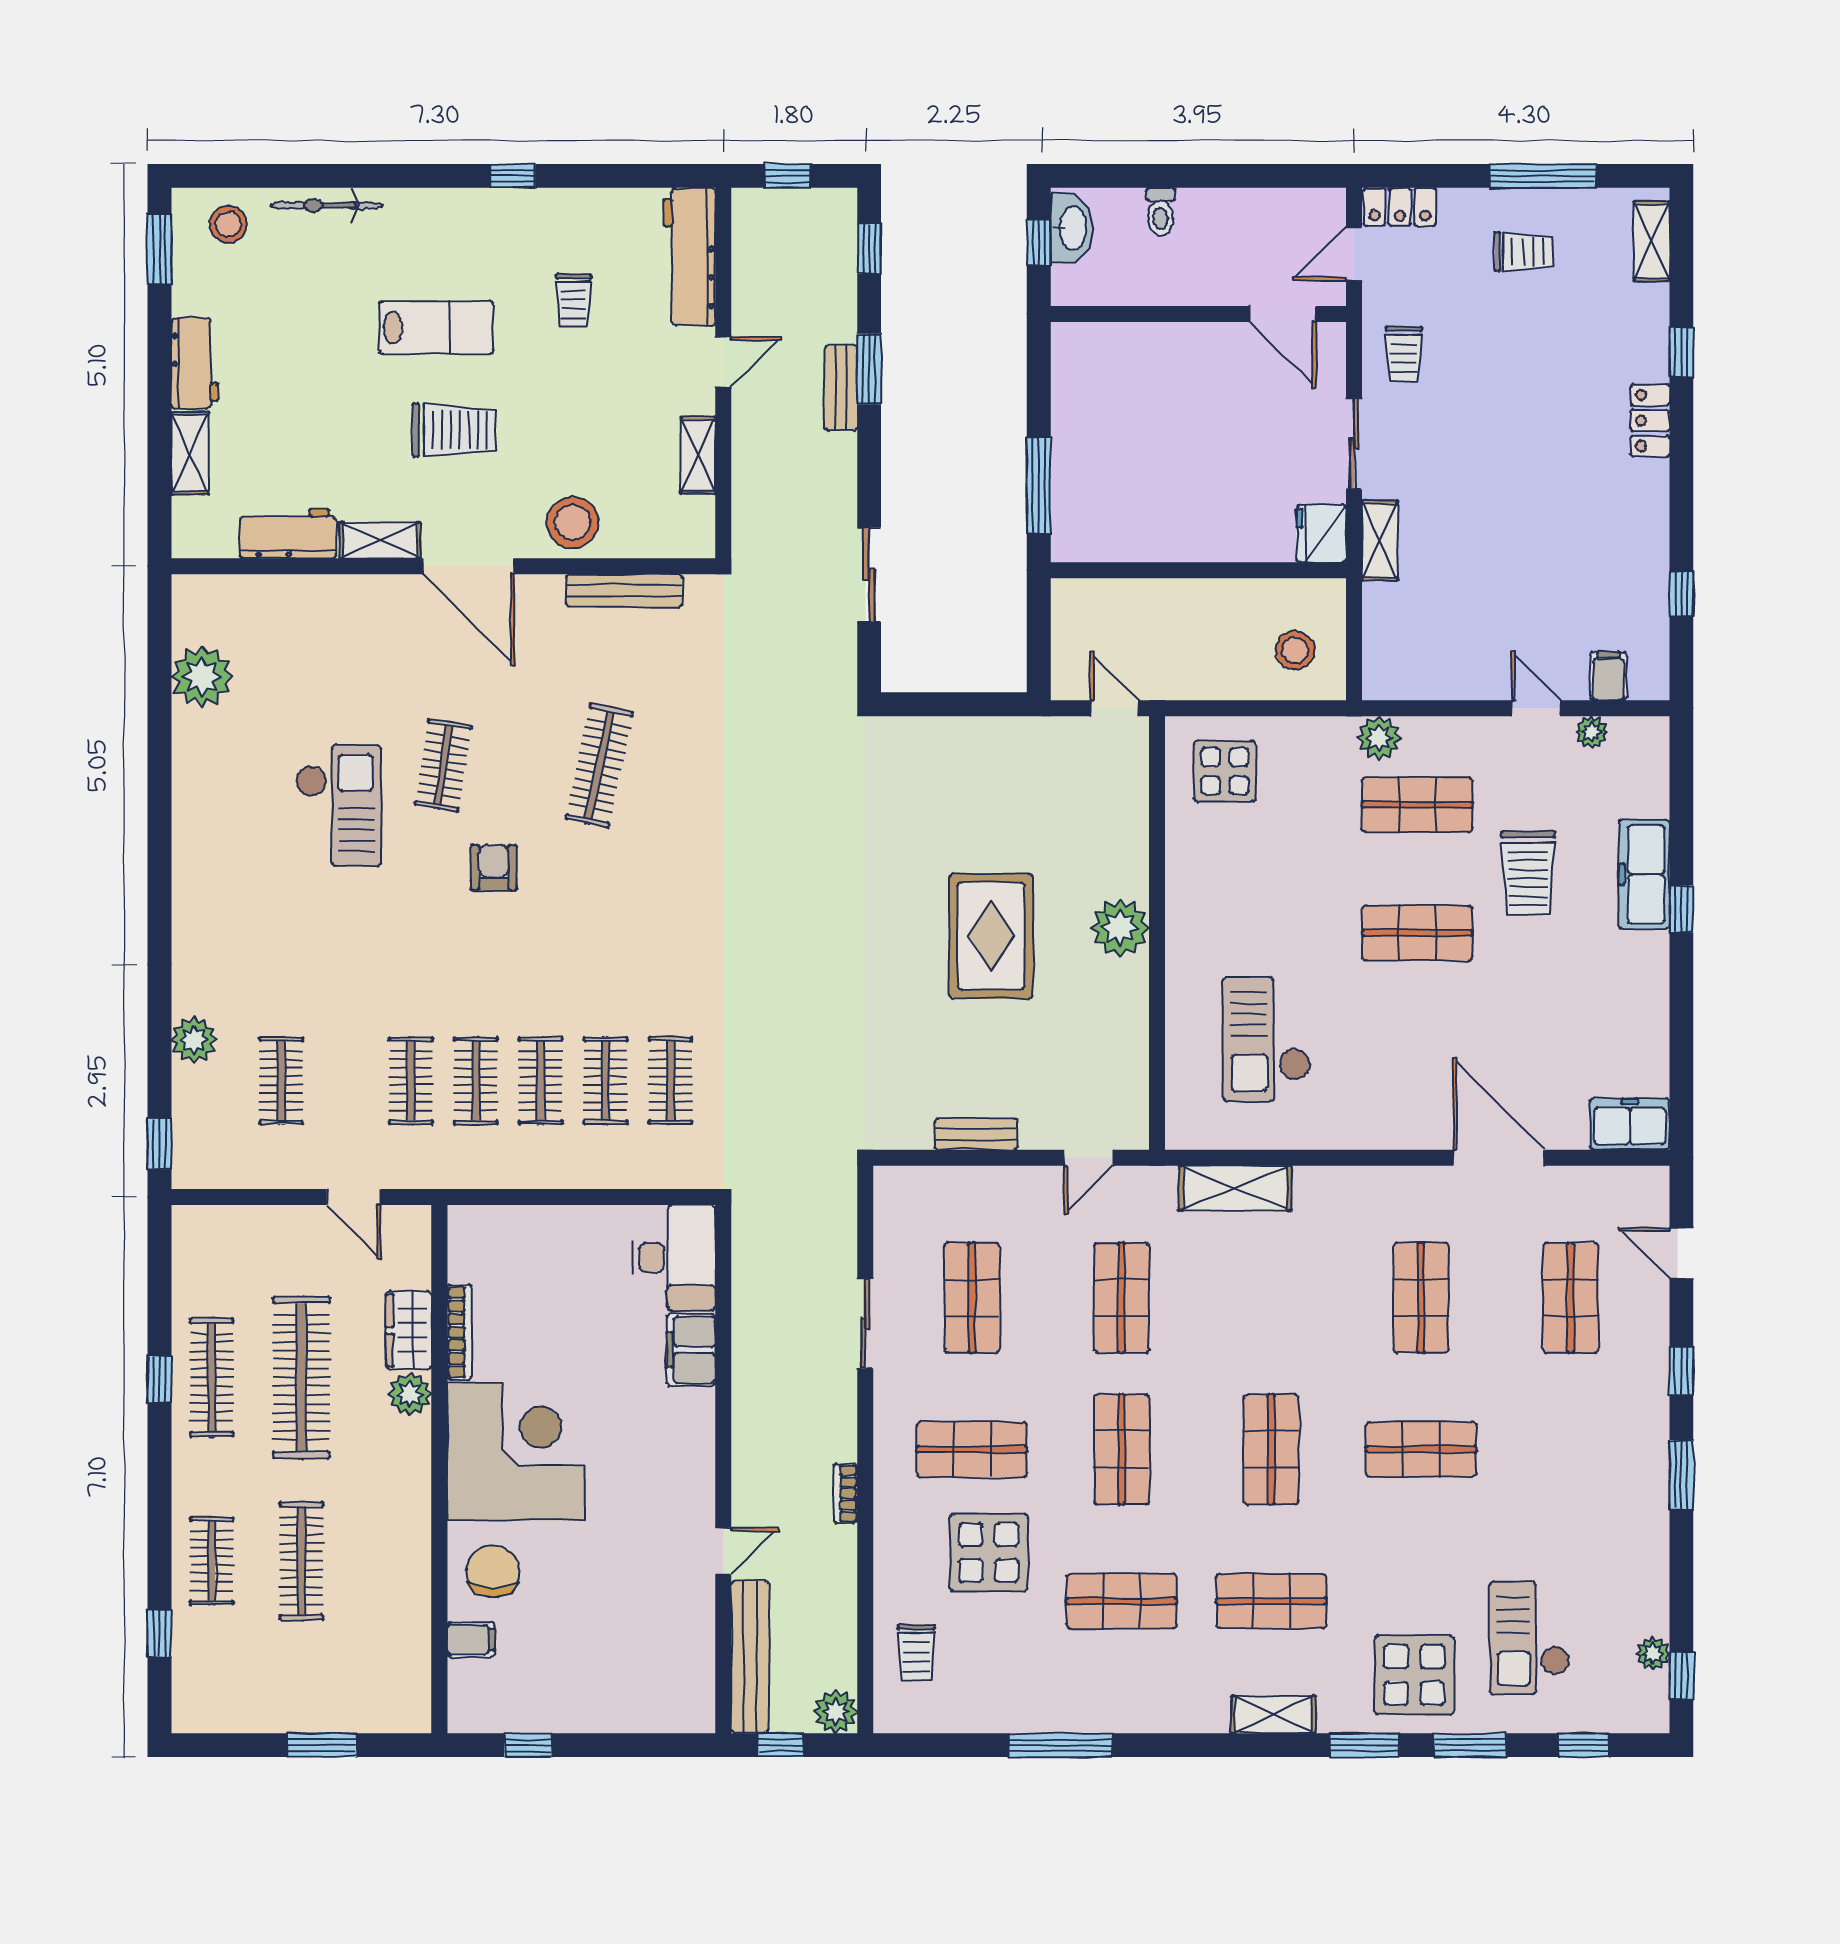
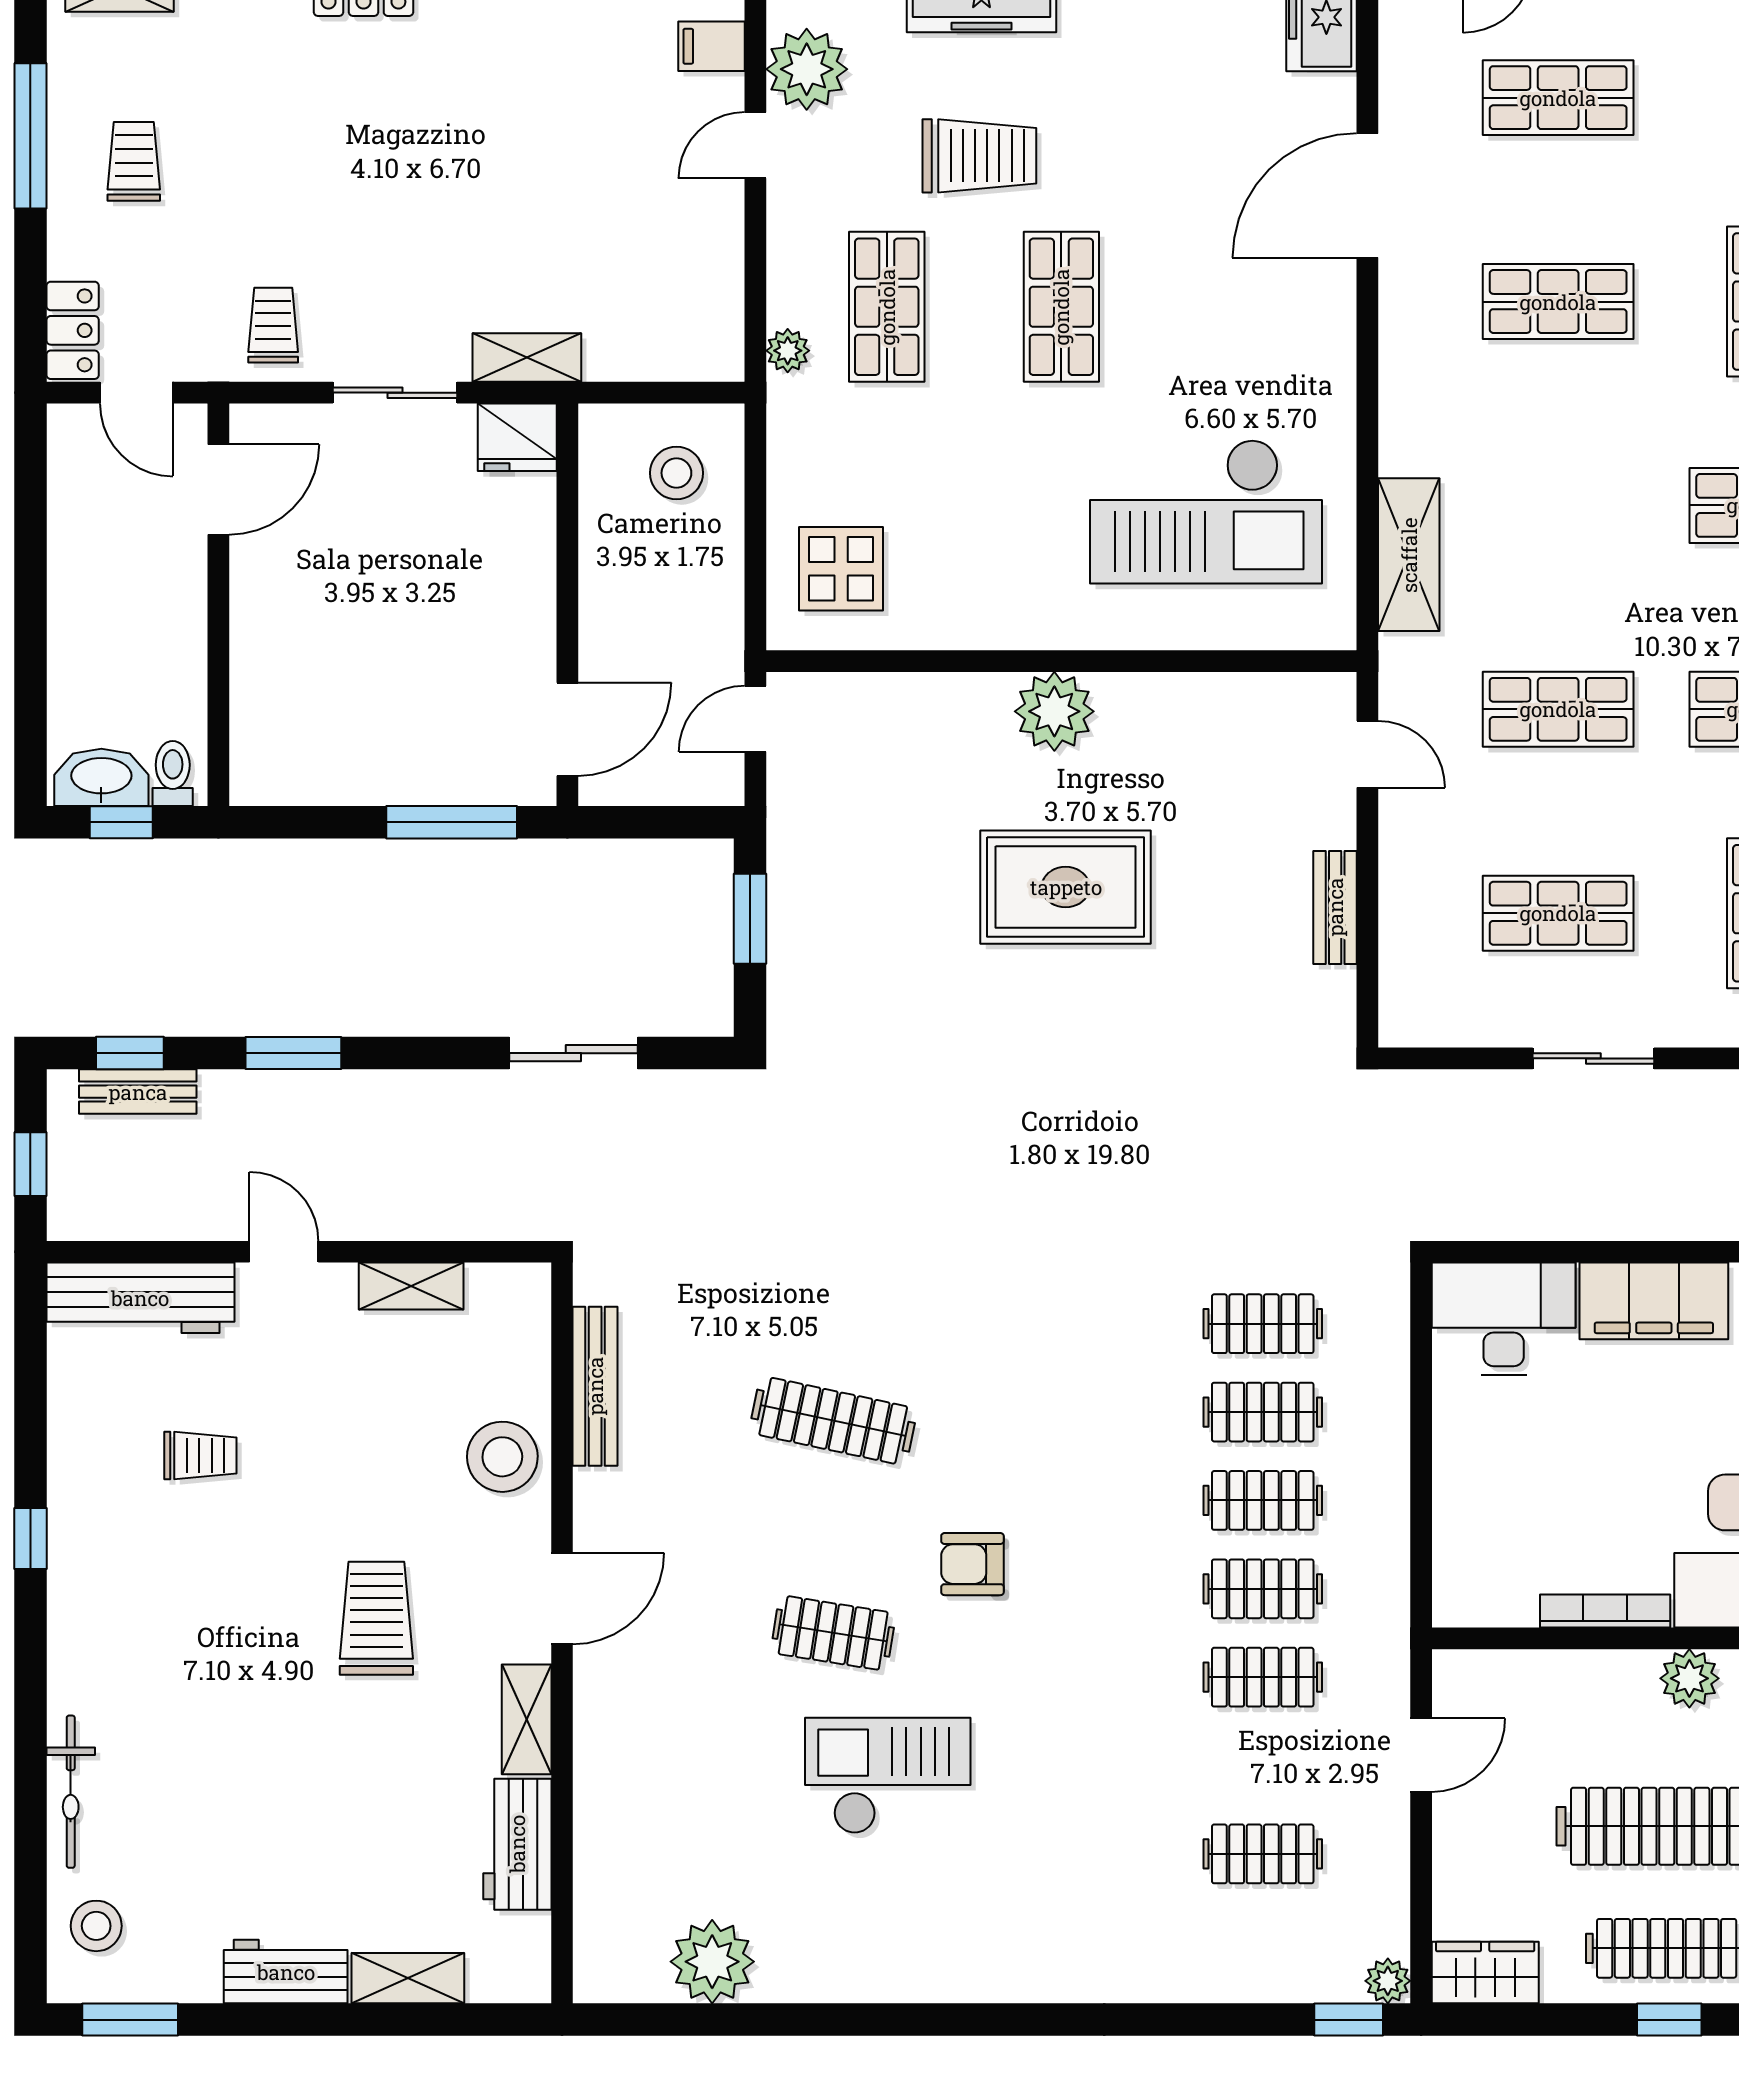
toilet: (1161, 212) -> (173, 773), moved, turned -90
lab bench: (436, 327) -> (237, 1643), removed
trolley: (1404, 354) -> (273, 325), turned -90
bench: (841, 388) -> (138, 1092), moved
door: (469, 566) -> (562, 1598), width x0.73
door: (1107, 570) -> (567, 729), added
window: (968, 704) -> (750, 919), added
plant: (1592, 732) -> (807, 69), width x1.87, depth x1.87
plant: (1379, 738) -> (788, 351), width x0.73, depth x0.73
checkout: (1267, 1039) -> (1206, 511), width x1.36, depth x1.21
plant: (194, 1040) -> (1388, 1981), moved, width x0.73, depth x0.73
wardrobe: (409, 1330) -> (1485, 1973), moved, turned 180
filing cabinet: (691, 1350) -> (1654, 1301), width x1.50, depth x1.17

